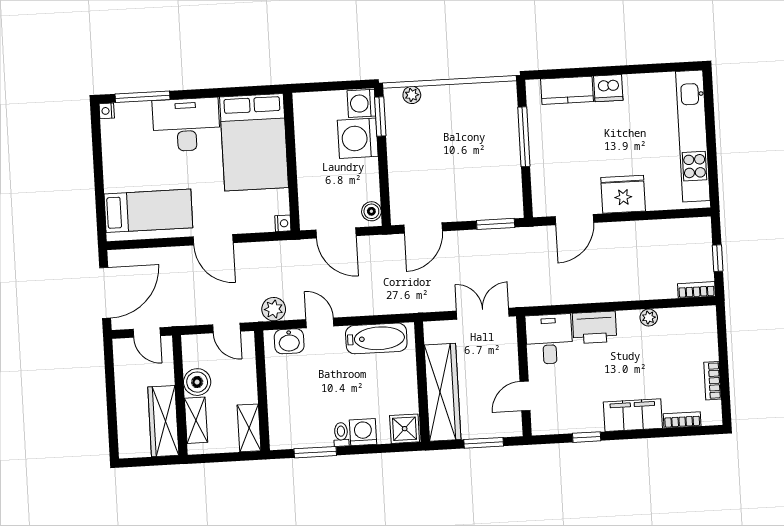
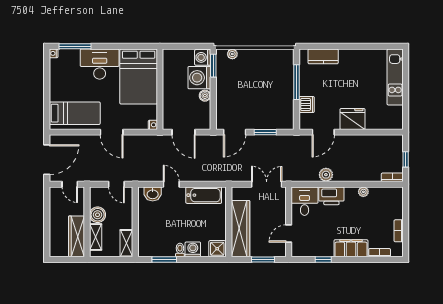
dishwasher: (608, 88) -> (307, 105), moved, turned -90
kitchen unit: (693, 136) -> (395, 77), width x0.73
boiler: (371, 211) -> (205, 96), moved
window: (496, 224) -> (265, 132), moved
plant: (274, 309) -> (326, 175), moved

